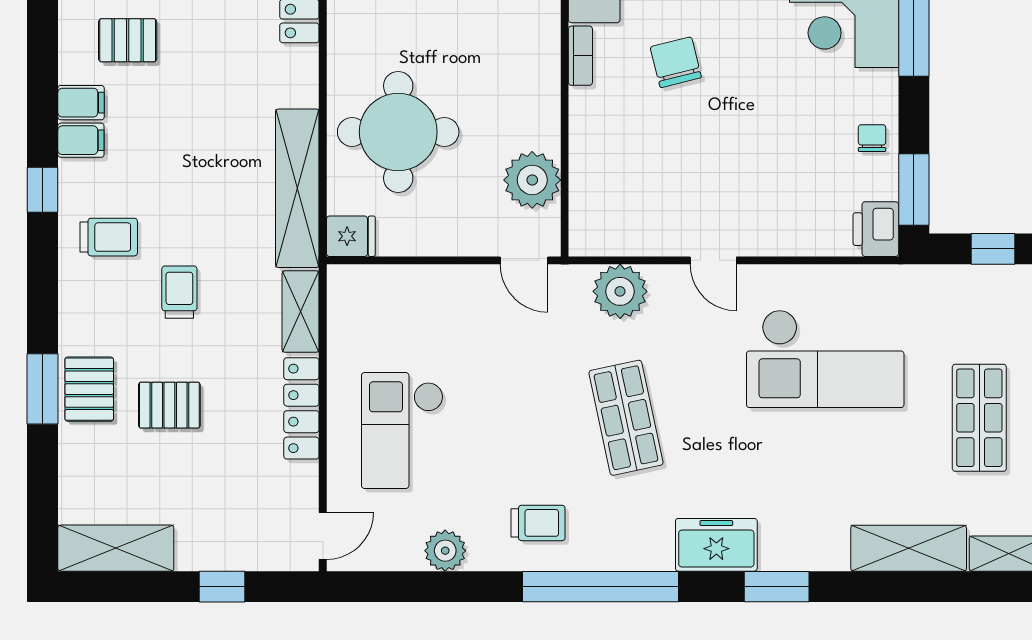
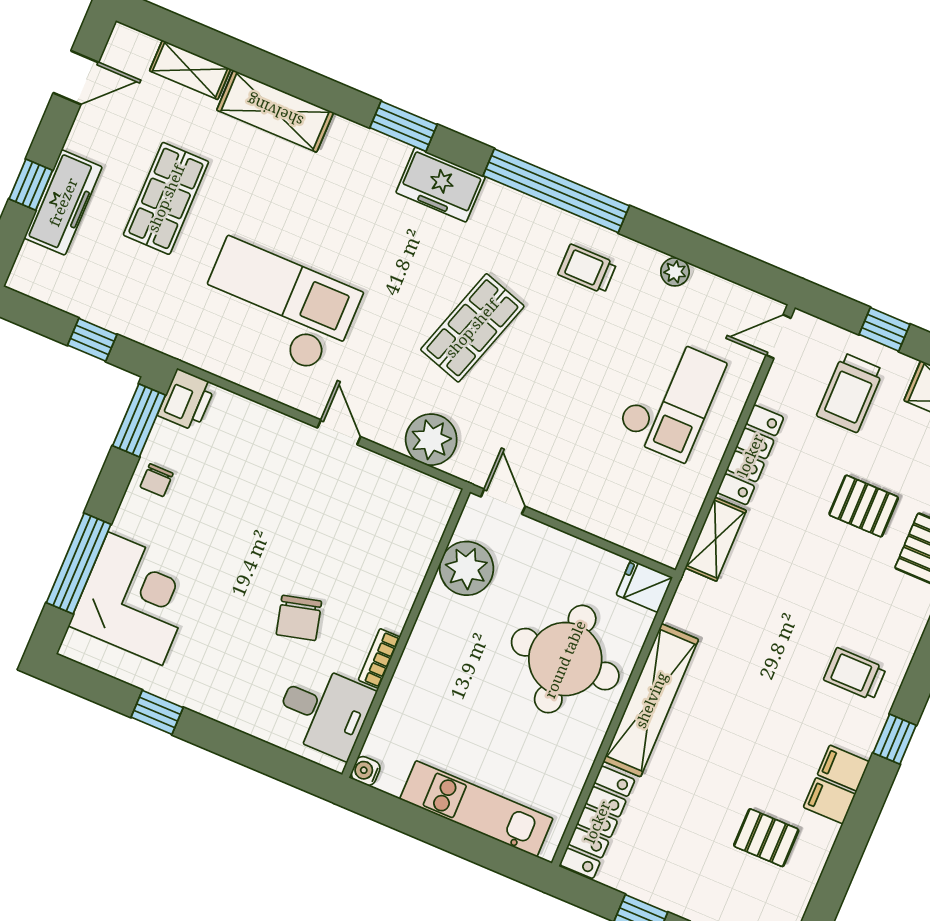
shelving: (297, 188) -> (651, 700), moved
trolley: (179, 292) -> (850, 393), moved, width x1.36, depth x1.39
shop shelf: (626, 418) -> (472, 328), turned 30
plant: (445, 551) -> (675, 272), width x0.73, depth x0.73

